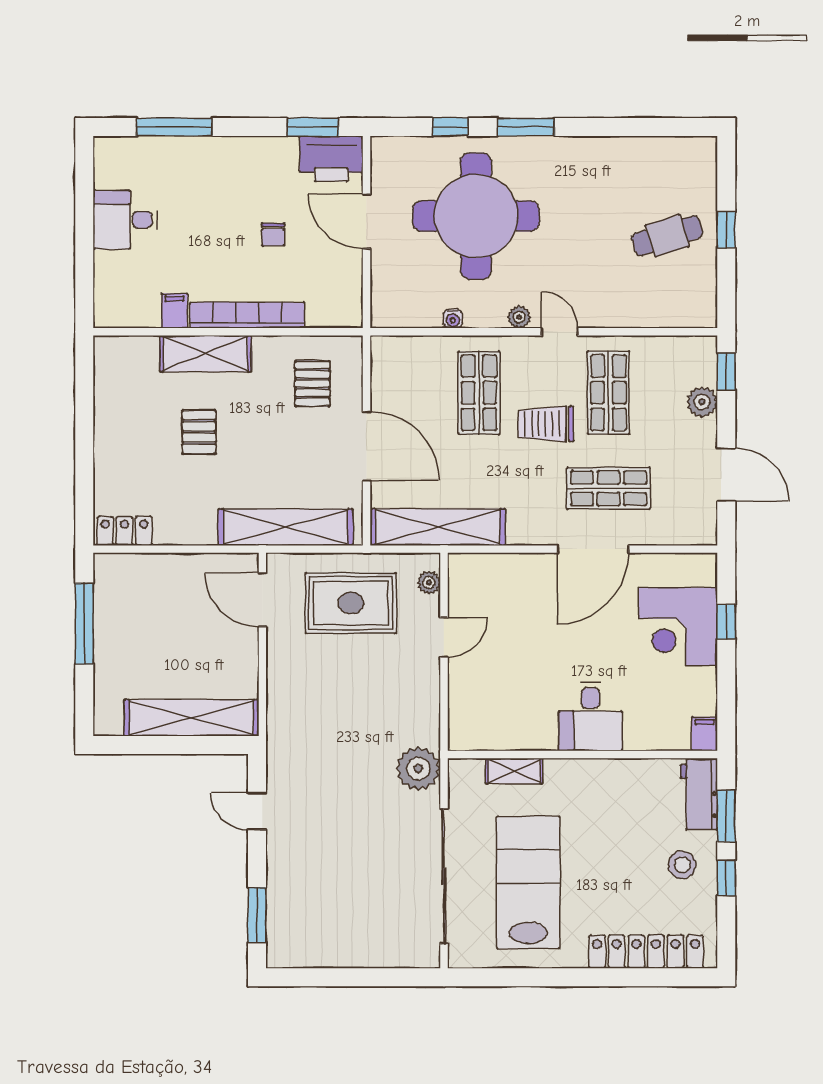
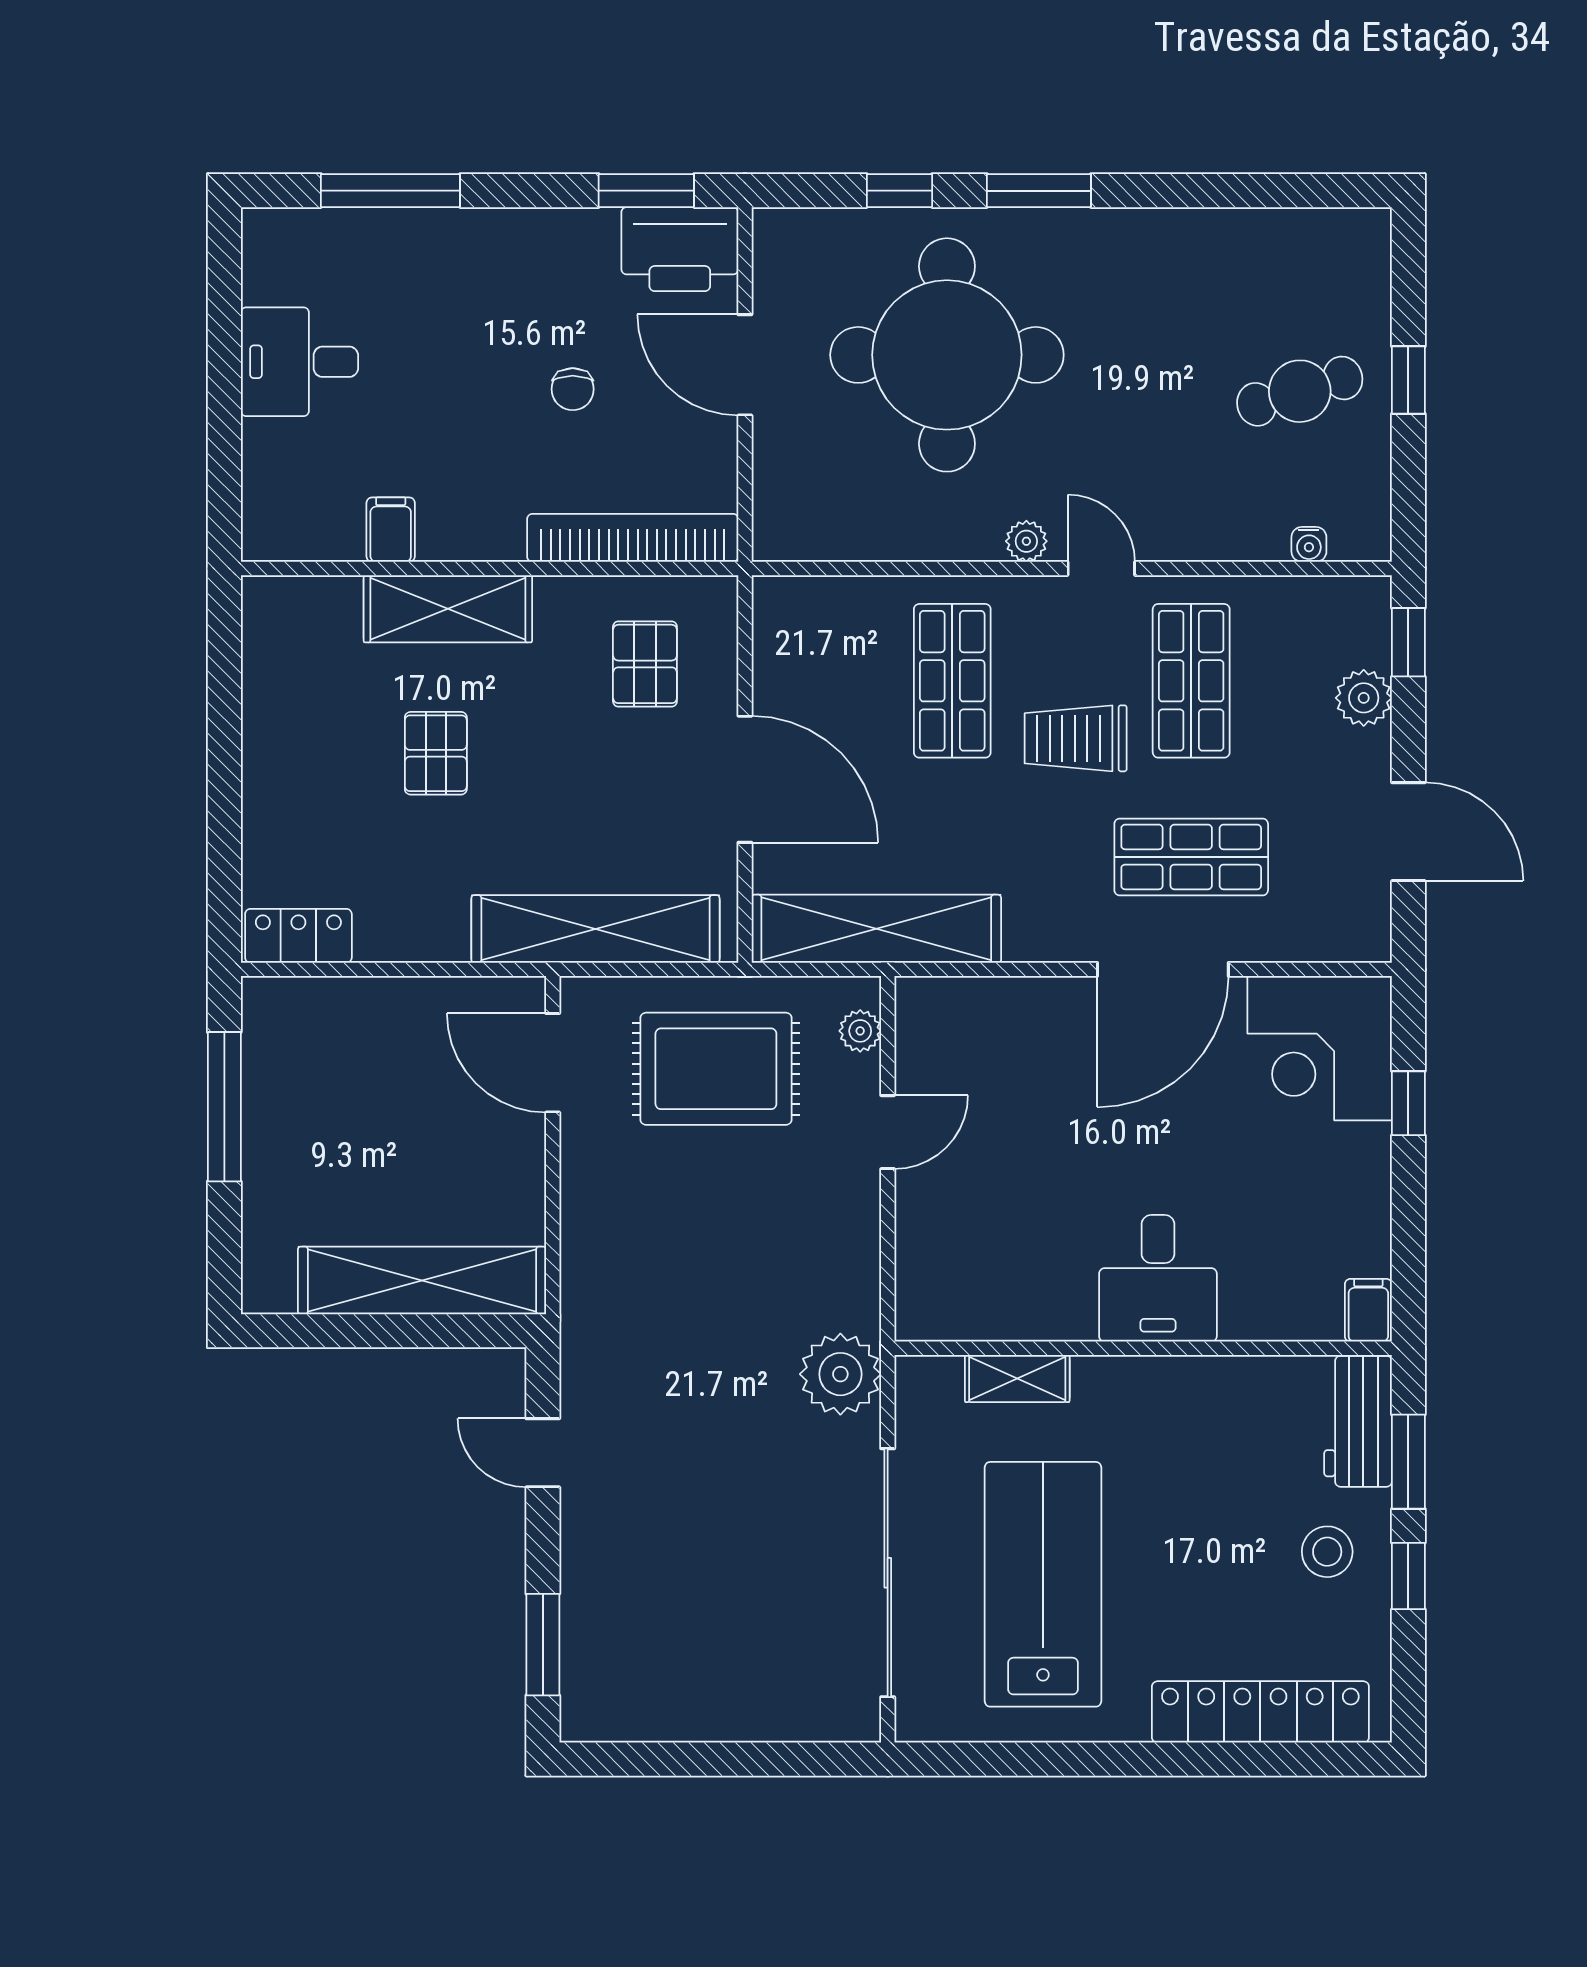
bookcase: (247, 315) -> (633, 538), moved
water cooler: (453, 319) -> (1309, 544), moved
corner desk: (678, 627) -> (1320, 1048), moved

